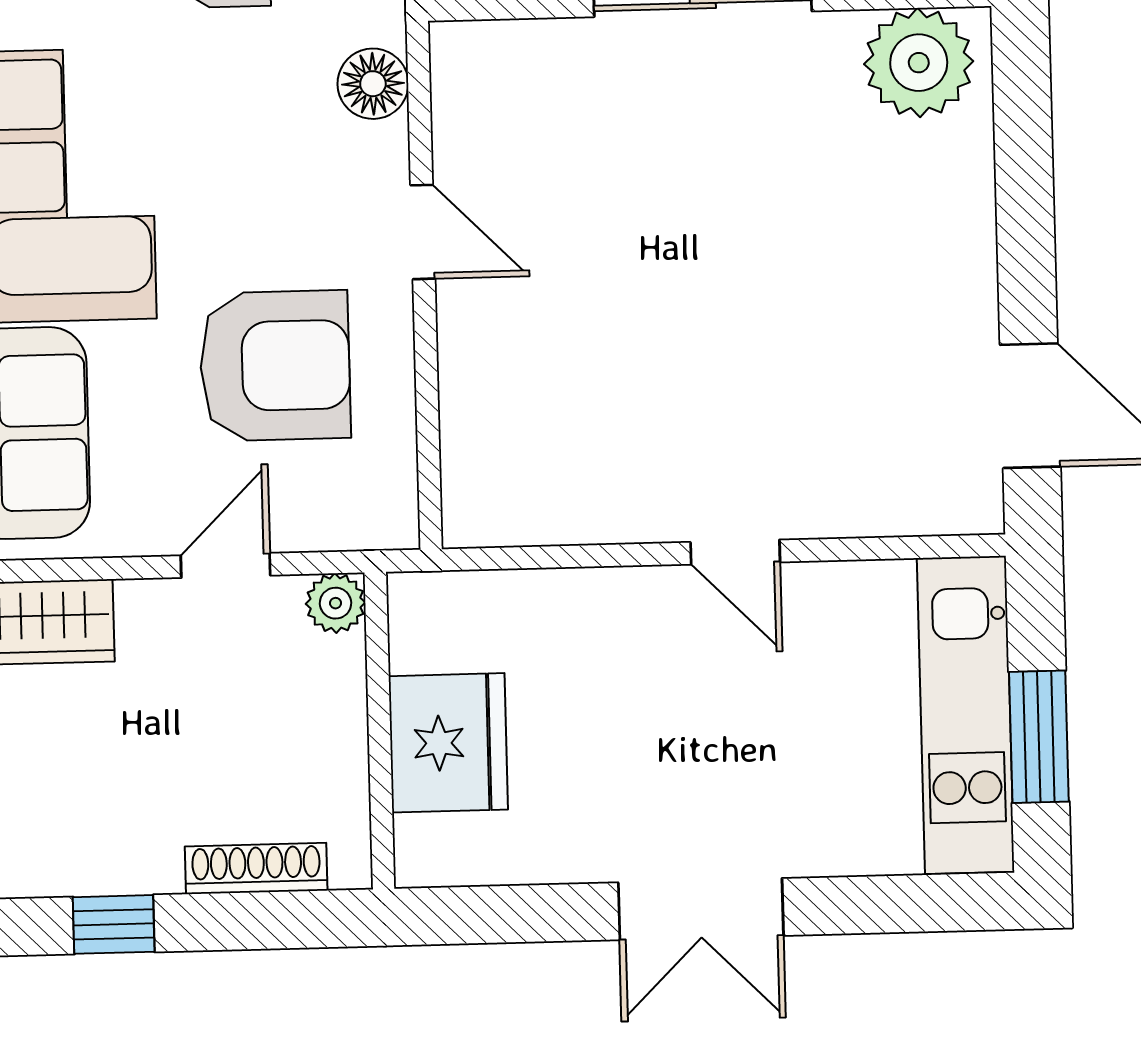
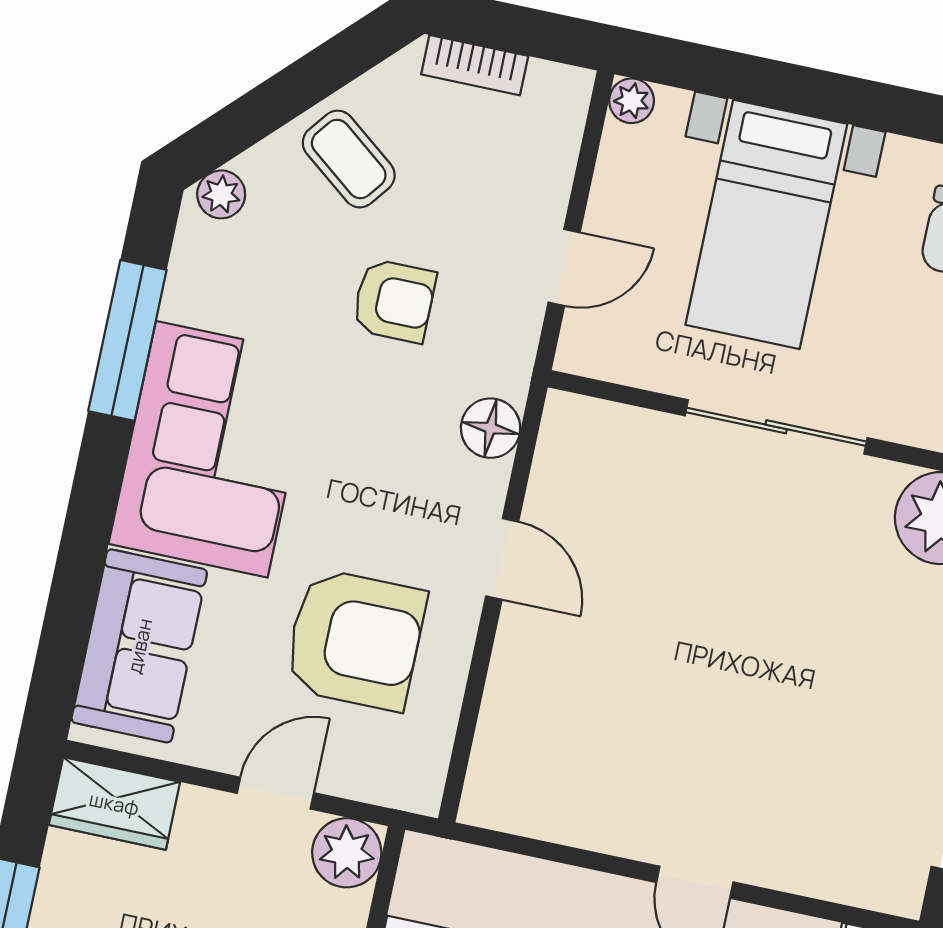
plant: (336, 603) -> (347, 853), width x1.38, depth x1.38

